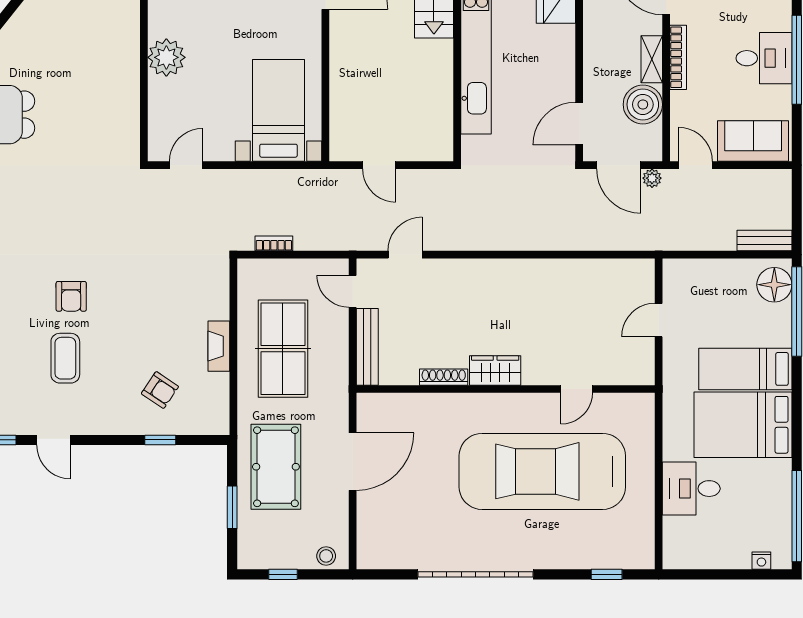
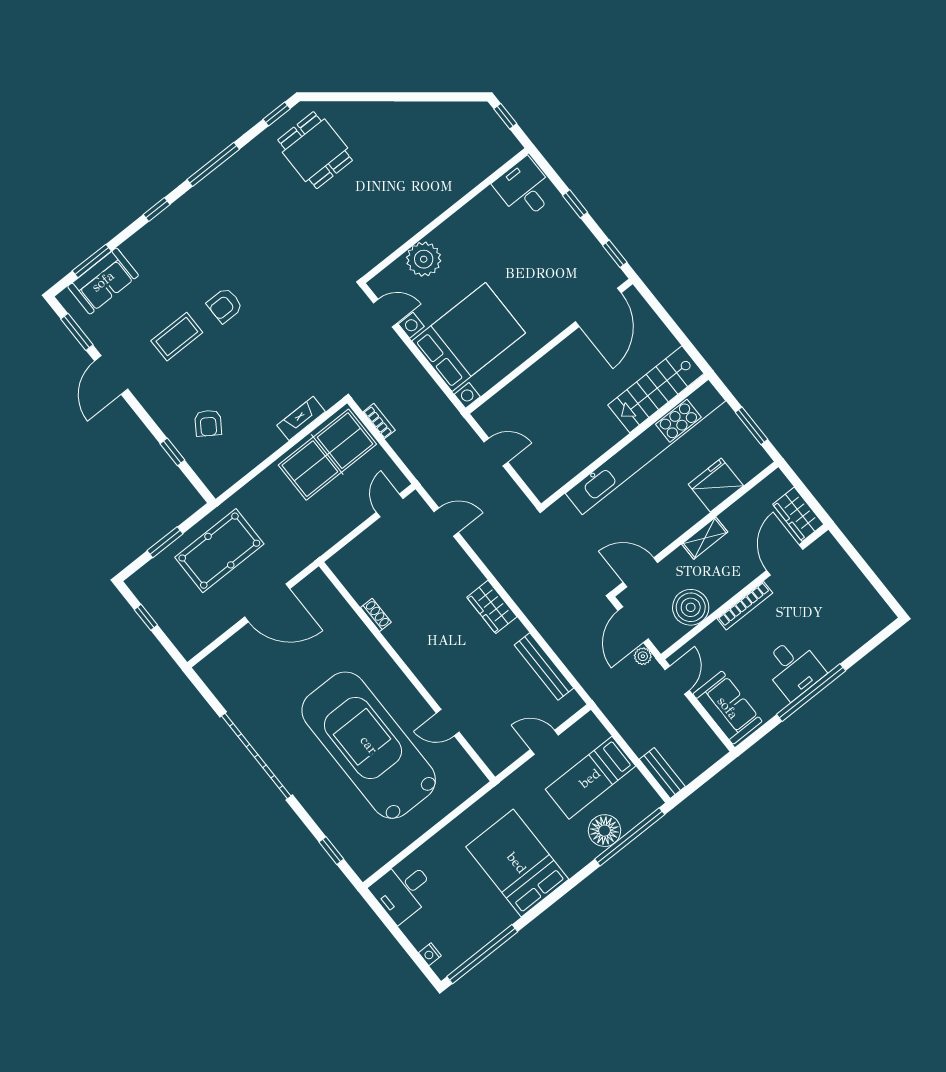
plant: (166, 57) -> (424, 259), moved
shelving: (652, 59) -> (705, 538), moved
bed with nightstands: (278, 110) -> (469, 337), width x1.36
door: (379, 165) -> (496, 452), swing flipped
floor lamp: (774, 285) -> (604, 831), moved
fireplace: (219, 346) -> (301, 418), moved
bench: (367, 347) -> (544, 666), moved, turned 90
table tennis table: (283, 349) -> (327, 455), moved
bed: (745, 369) -> (590, 778), moved, turned -90
wardrobe: (495, 370) -> (492, 607), moved, turned 180
shoe rack: (444, 377) -> (376, 615), width x0.70
door: (54, 440) -> (111, 375), width x1.38
desk: (691, 489) -> (403, 891), moved, turned -90
stool: (326, 556) -> (184, 638), removed

